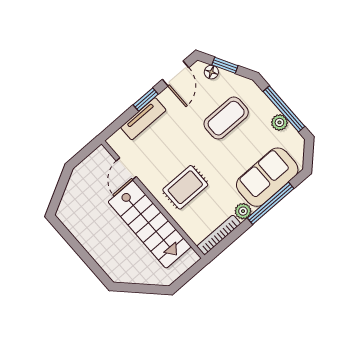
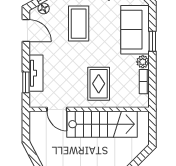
window: (146, 99) -> (26, 82), moved
window: (271, 203) -> (152, 41), width x0.46
bookcase: (219, 235) -> (144, 82), width x0.64

